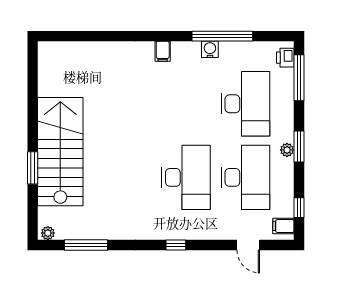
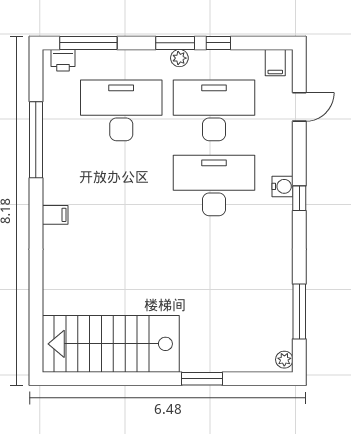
water cooler: (210, 49) -> (282, 186), moved, turned 180
stairs: (60, 152) -> (111, 344), moved
window: (299, 208) -> (218, 43), moved

